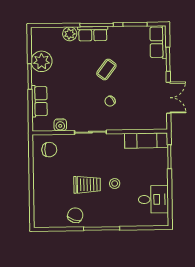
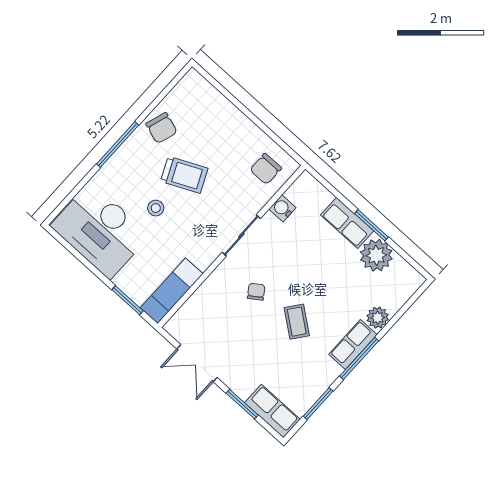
row of seats: (39, 101) -> (347, 223), moved
trolley: (87, 185) -> (184, 175), turned -115
desk: (153, 199) -> (100, 231), width x1.87, depth x1.30

